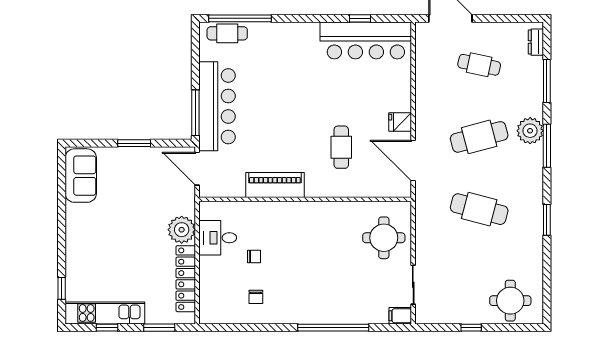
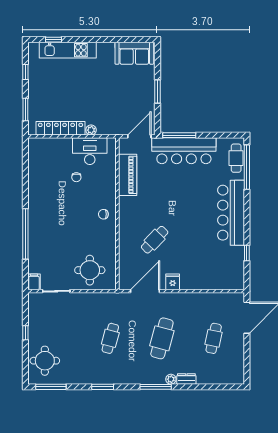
bar counter: (366, 40) -> (231, 213), moved
dresser: (536, 42) -> (186, 379), moved
window: (547, 81) -> (51, 387), moved
plant: (530, 131) -> (171, 379), width x0.53, depth x0.53
cafe table: (479, 137) -> (162, 338), turned 30
cafe table: (341, 147) -> (155, 240), turned -46
piano: (275, 185) -> (128, 175), moved
cafe table: (479, 209) -> (110, 338), width x0.73, depth x0.74
plant: (182, 230) -> (91, 130), width x0.53, depth x0.53
desk: (218, 238) -> (90, 151), width x1.37
chair: (256, 297) -> (103, 214), moved
kitchen unit: (105, 313) -> (68, 50), moved, turned 90

